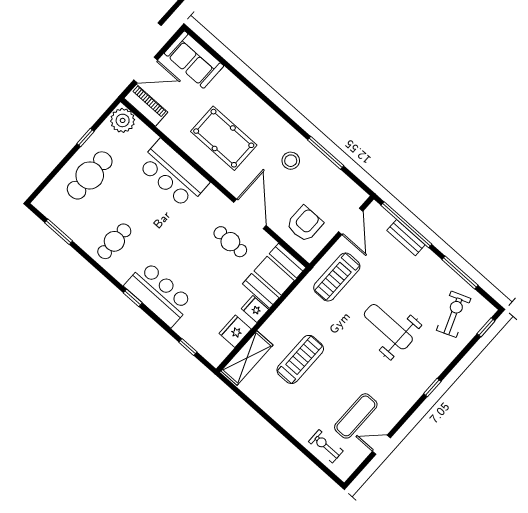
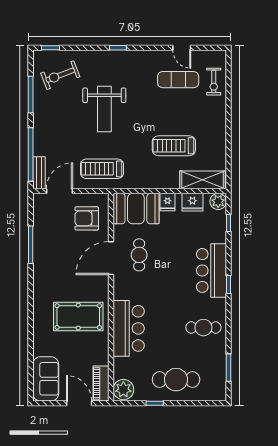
pool table: (224, 138) -> (78, 317), turned 90
stool: (291, 161) -> (55, 262), removed
bench: (406, 238) -> (39, 173), moved
treadmill: (337, 277) -> (102, 169), turned 180
plant: (215, 355) -> (218, 201), added

